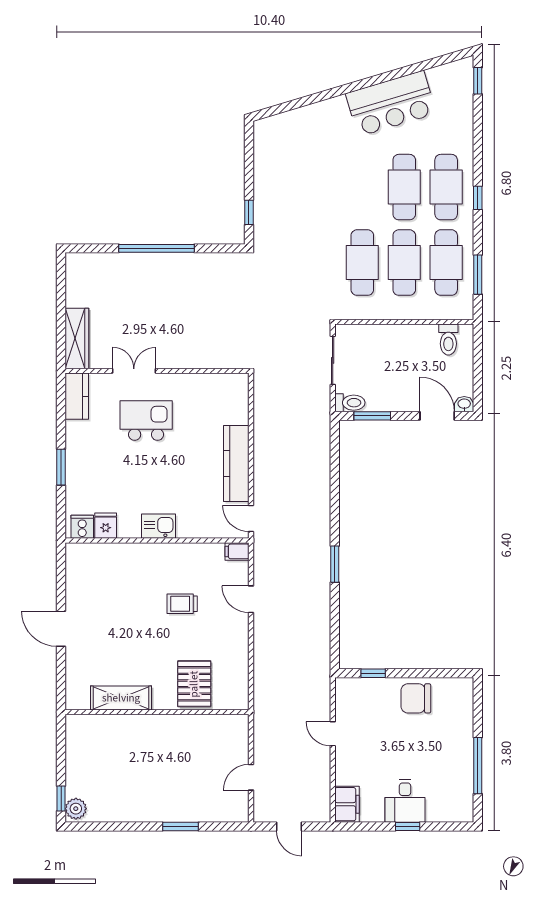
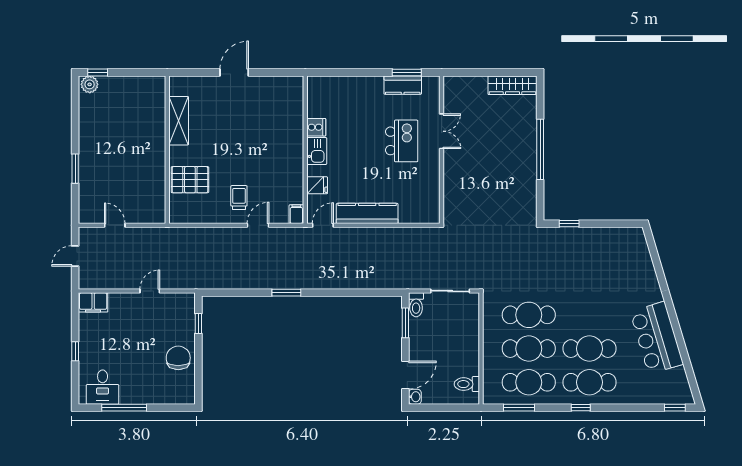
wardrobe: (77, 339) -> (512, 85), moved
kitchen counter: (77, 396) -> (403, 85), moved
window: (61, 467) -> (407, 73), moved
fridge: (106, 526) -> (317, 185), moved
cooker: (82, 527) -> (316, 127), moved
trolley: (182, 604) -> (239, 198), moved
desk: (405, 801) -> (103, 387), moved, turned -90

